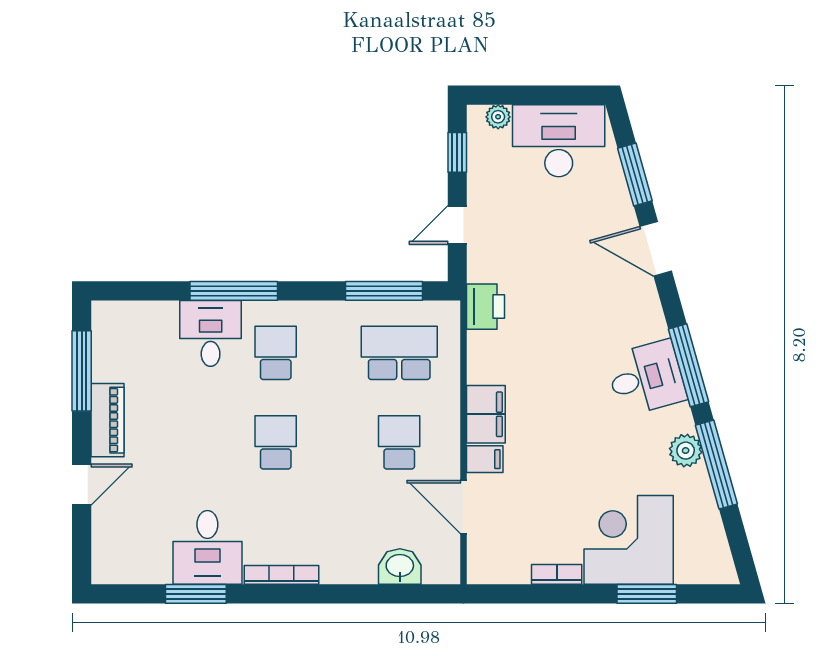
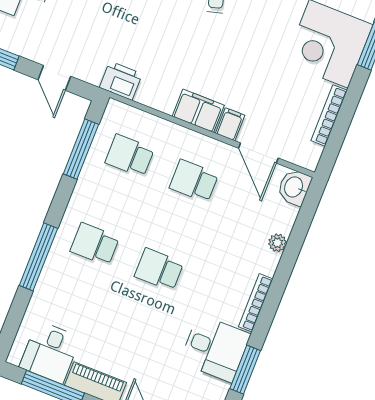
desk: (211, 333) -> (50, 352), moved, turned -90
school desk: (399, 353) -> (130, 156), width x0.54
door: (464, 507) -> (258, 153), hinge flipped
washbasin: (400, 567) -> (294, 187), moved
plant: (364, 573) -> (277, 243), added
bookcase: (557, 574) -> (329, 115), width x1.56

